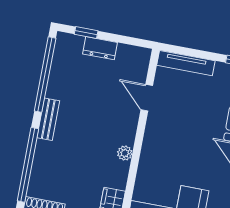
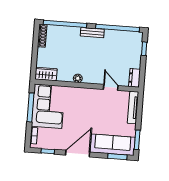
dresser: (100, 48) -> (135, 78), moved
door: (147, 98) -> (111, 87), hinge flipped

